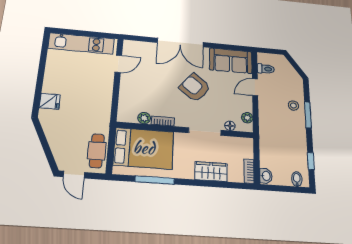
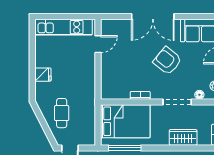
fridge: (50, 101) -> (43, 75), moved
plant: (144, 118) -> (124, 94), removed
cafe table: (97, 151) -> (62, 113), moved
window: (155, 180) -> (125, 148), moved

